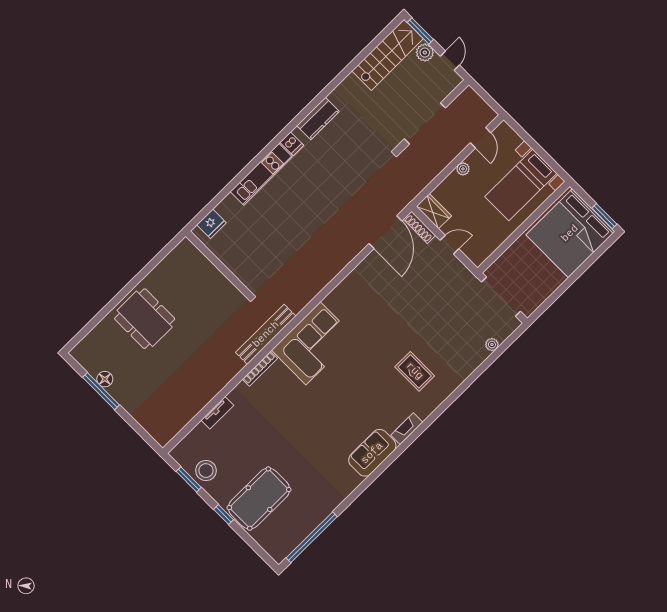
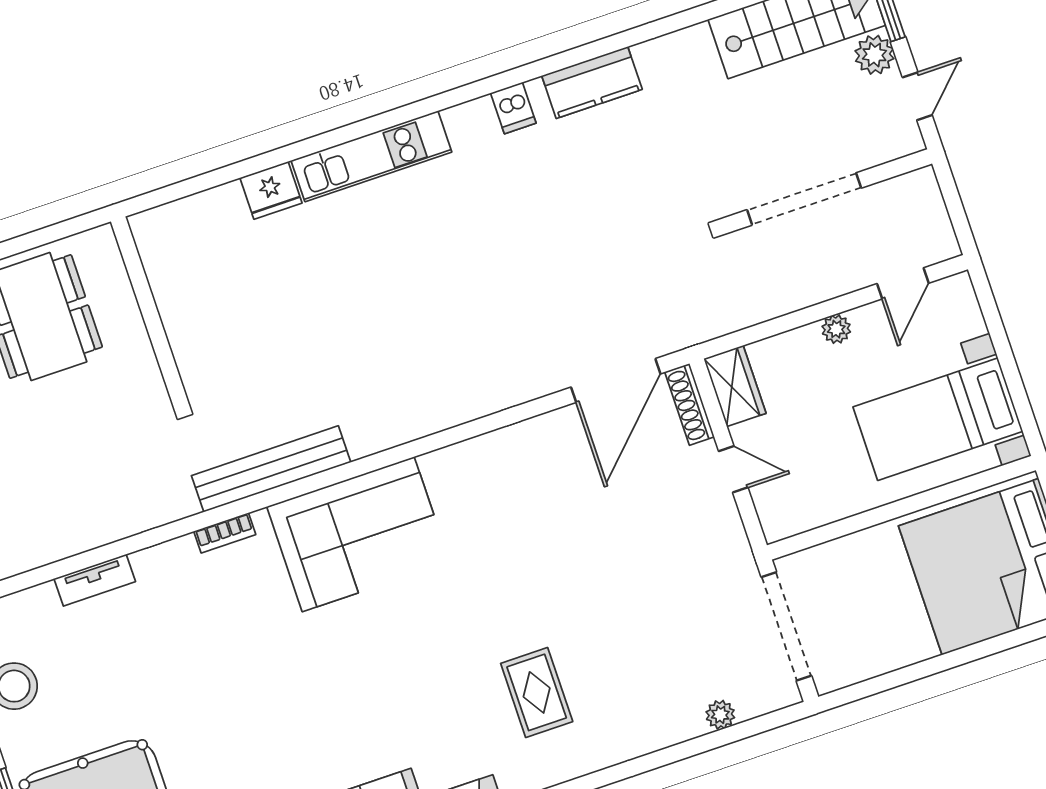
kitchen unit: (261, 174) -> (371, 156), moved
wall: (218, 264) -> (149, 311), moved
bookcase: (260, 369) -> (225, 533), width x0.64

